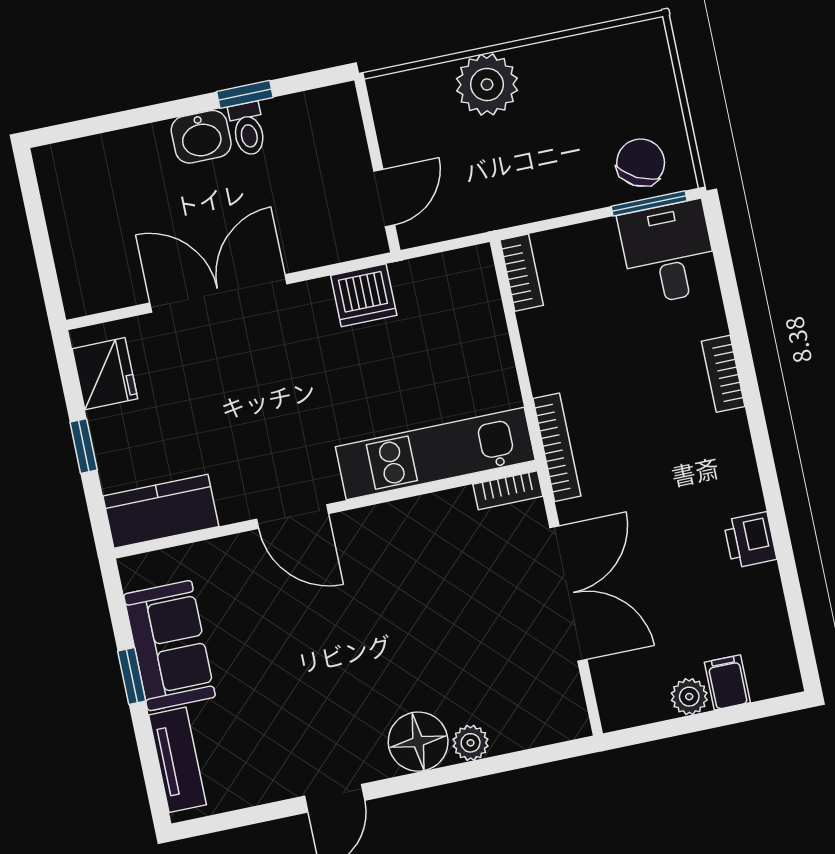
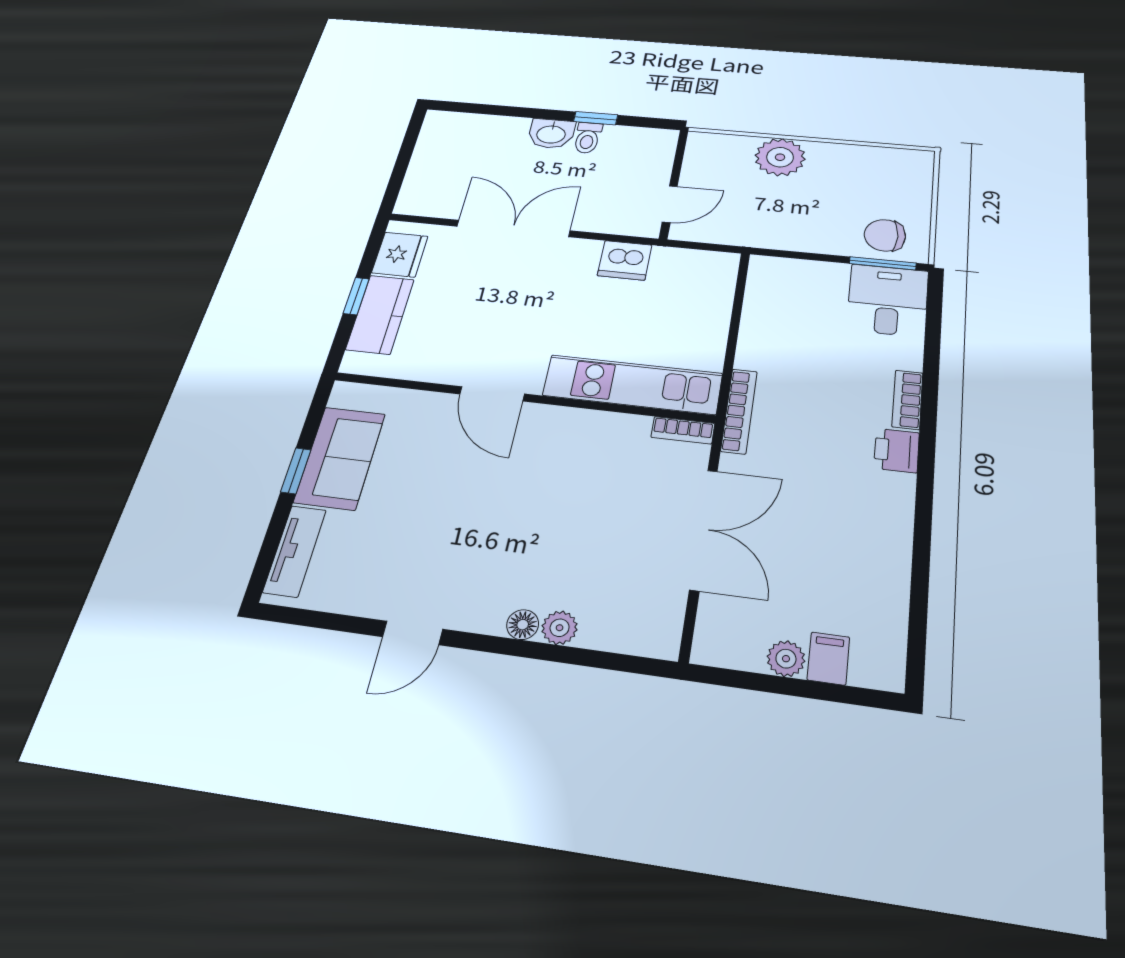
chair: (641, 163) -> (885, 235), turned -118
bookcase: (522, 273) -> (759, 280), removed
kitchen counter: (161, 511) -> (380, 314), moved, turned 90
printer: (750, 540) -> (897, 451), moved
floor lamp: (418, 742) -> (523, 625), width x0.53, depth x0.53

